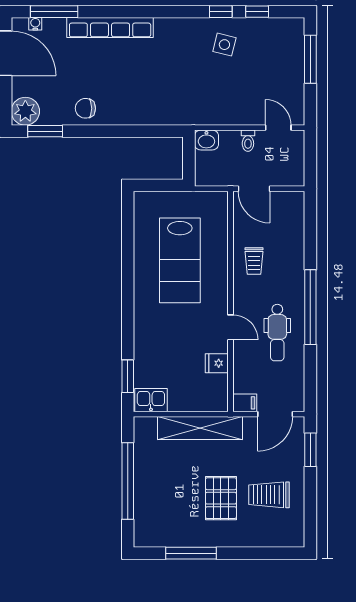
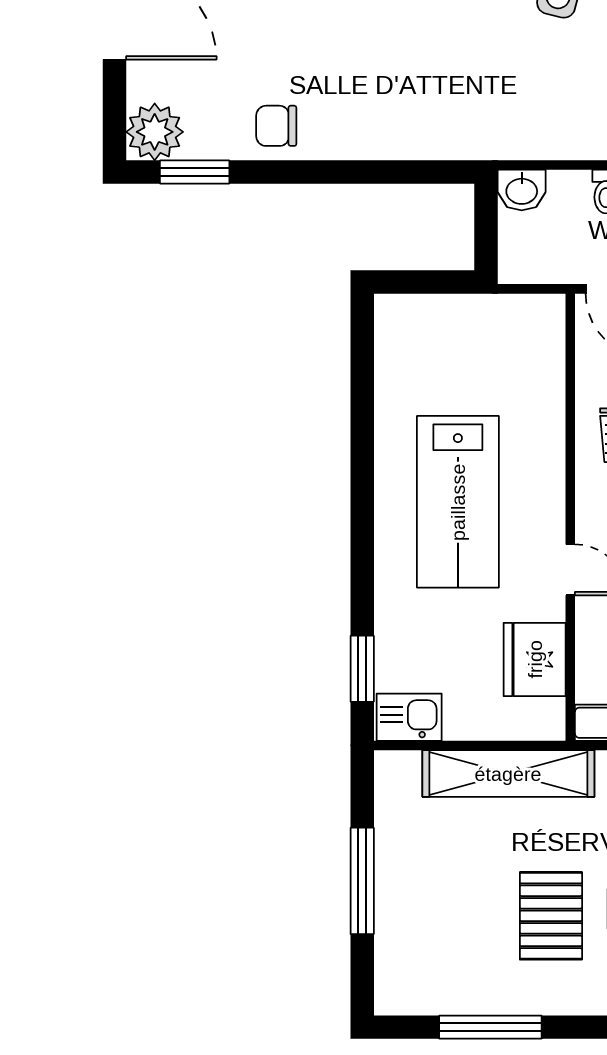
lab bench: (180, 260) -> (458, 502), moved
fridge: (217, 363) -> (535, 659), width x1.88, depth x1.34
window: (128, 481) -> (362, 881), width x0.68

